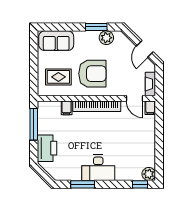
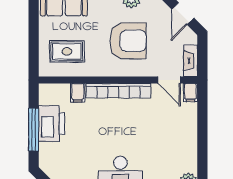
armchair: (92, 74) -> (128, 41), moved
window: (34, 124) -> (34, 130), moved
printer: (47, 148) -> (52, 124), moved

